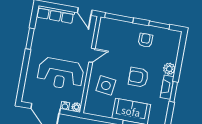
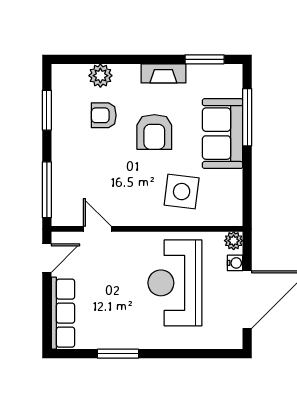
armchair: (145, 40) -> (104, 115), moved
door: (92, 55) -> (97, 229), moved
plant: (169, 69) -> (100, 76), moved
reception desk: (60, 74) -> (175, 283), turned 180
window: (174, 92) -> (205, 59), moved

